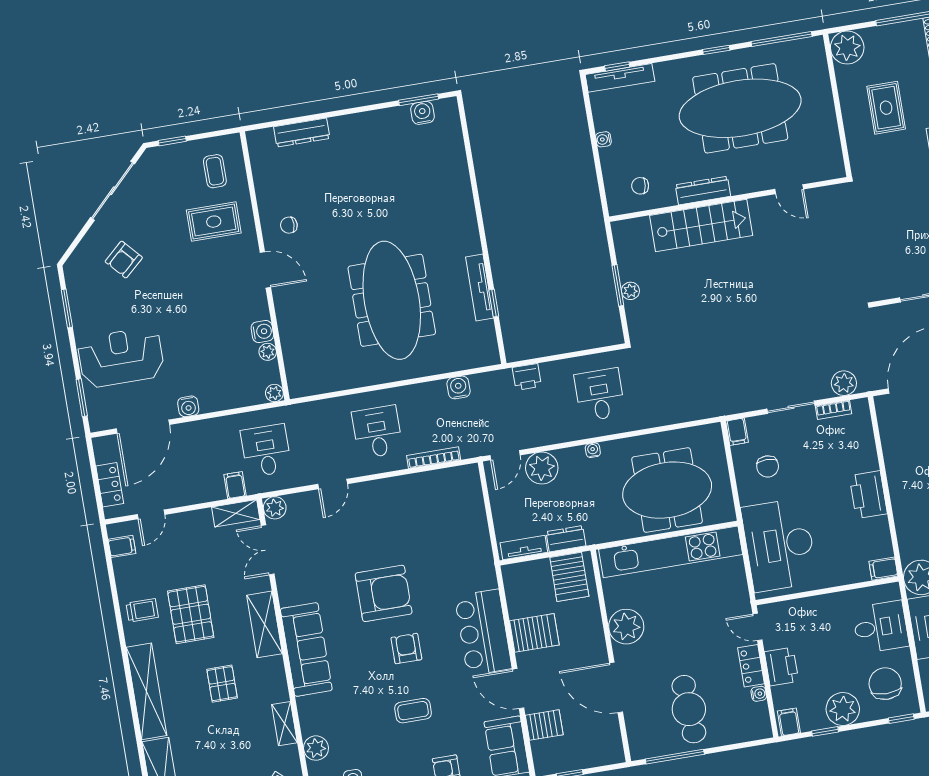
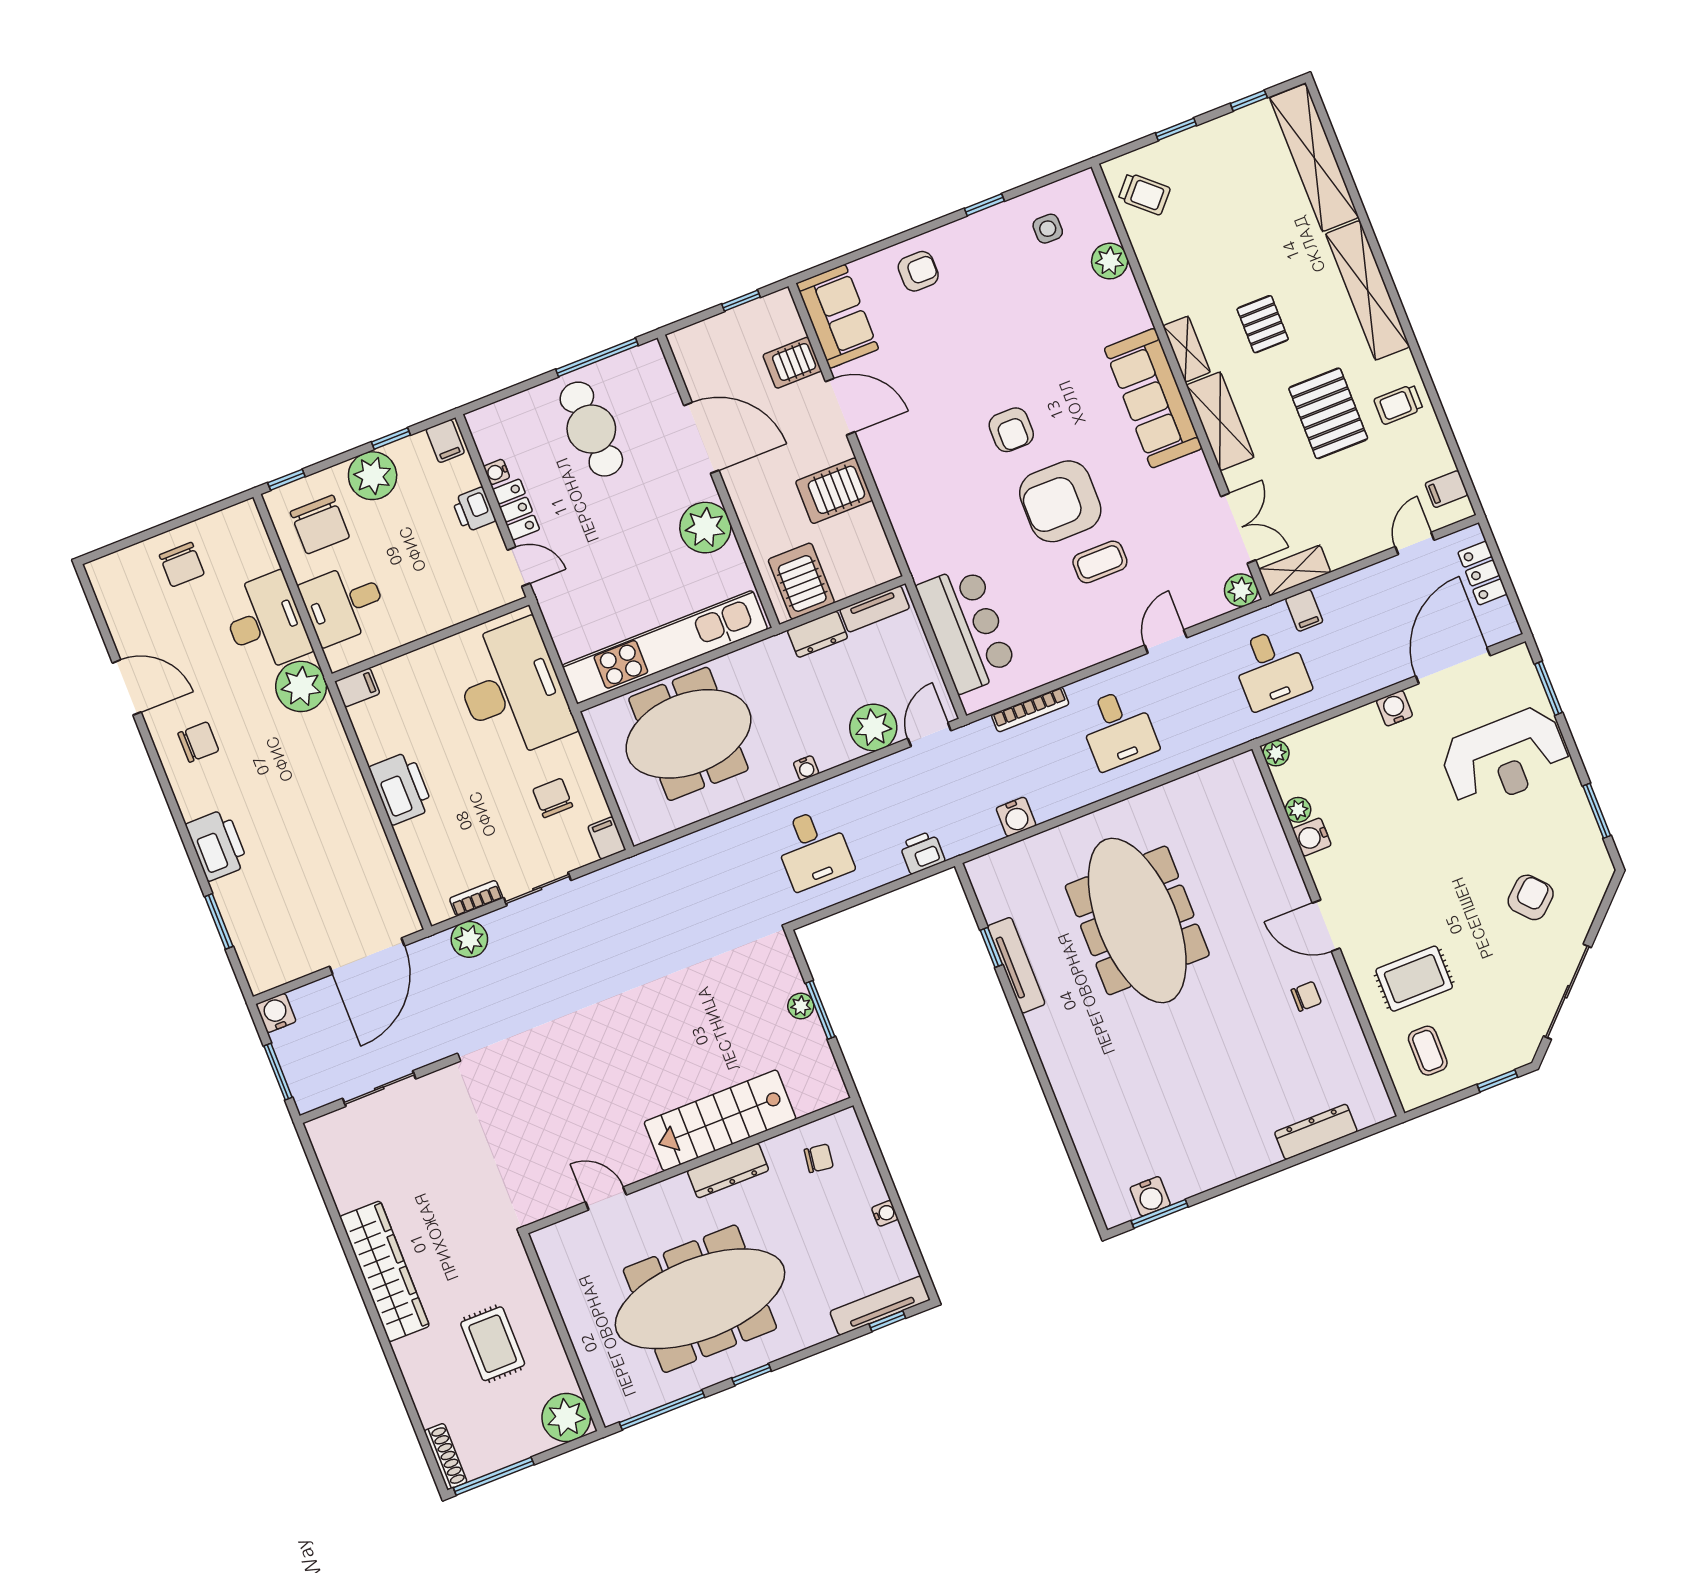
bar counter: (483, 632) -> (967, 629), moved
printer: (781, 667) -> (474, 510), width x0.73, depth x0.81
coffee table: (413, 711) -> (1100, 562), moved
shelving: (284, 724) -> (1187, 349), moved

